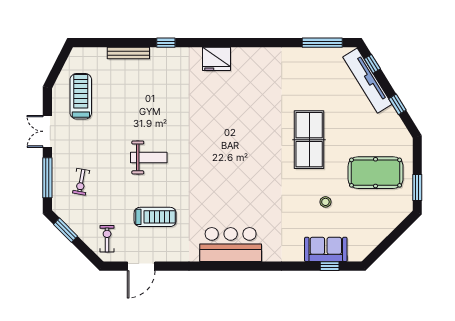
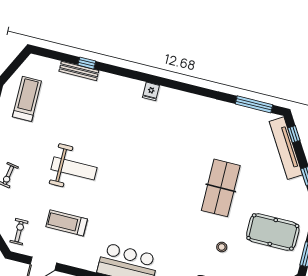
window: (166, 43) -> (87, 63), moved
fridge: (217, 59) -> (151, 91), width x0.53, depth x0.75
weight bench: (149, 157) -> (74, 168), width x1.36, depth x1.33
treadmill: (155, 217) -> (67, 223), turned 180

